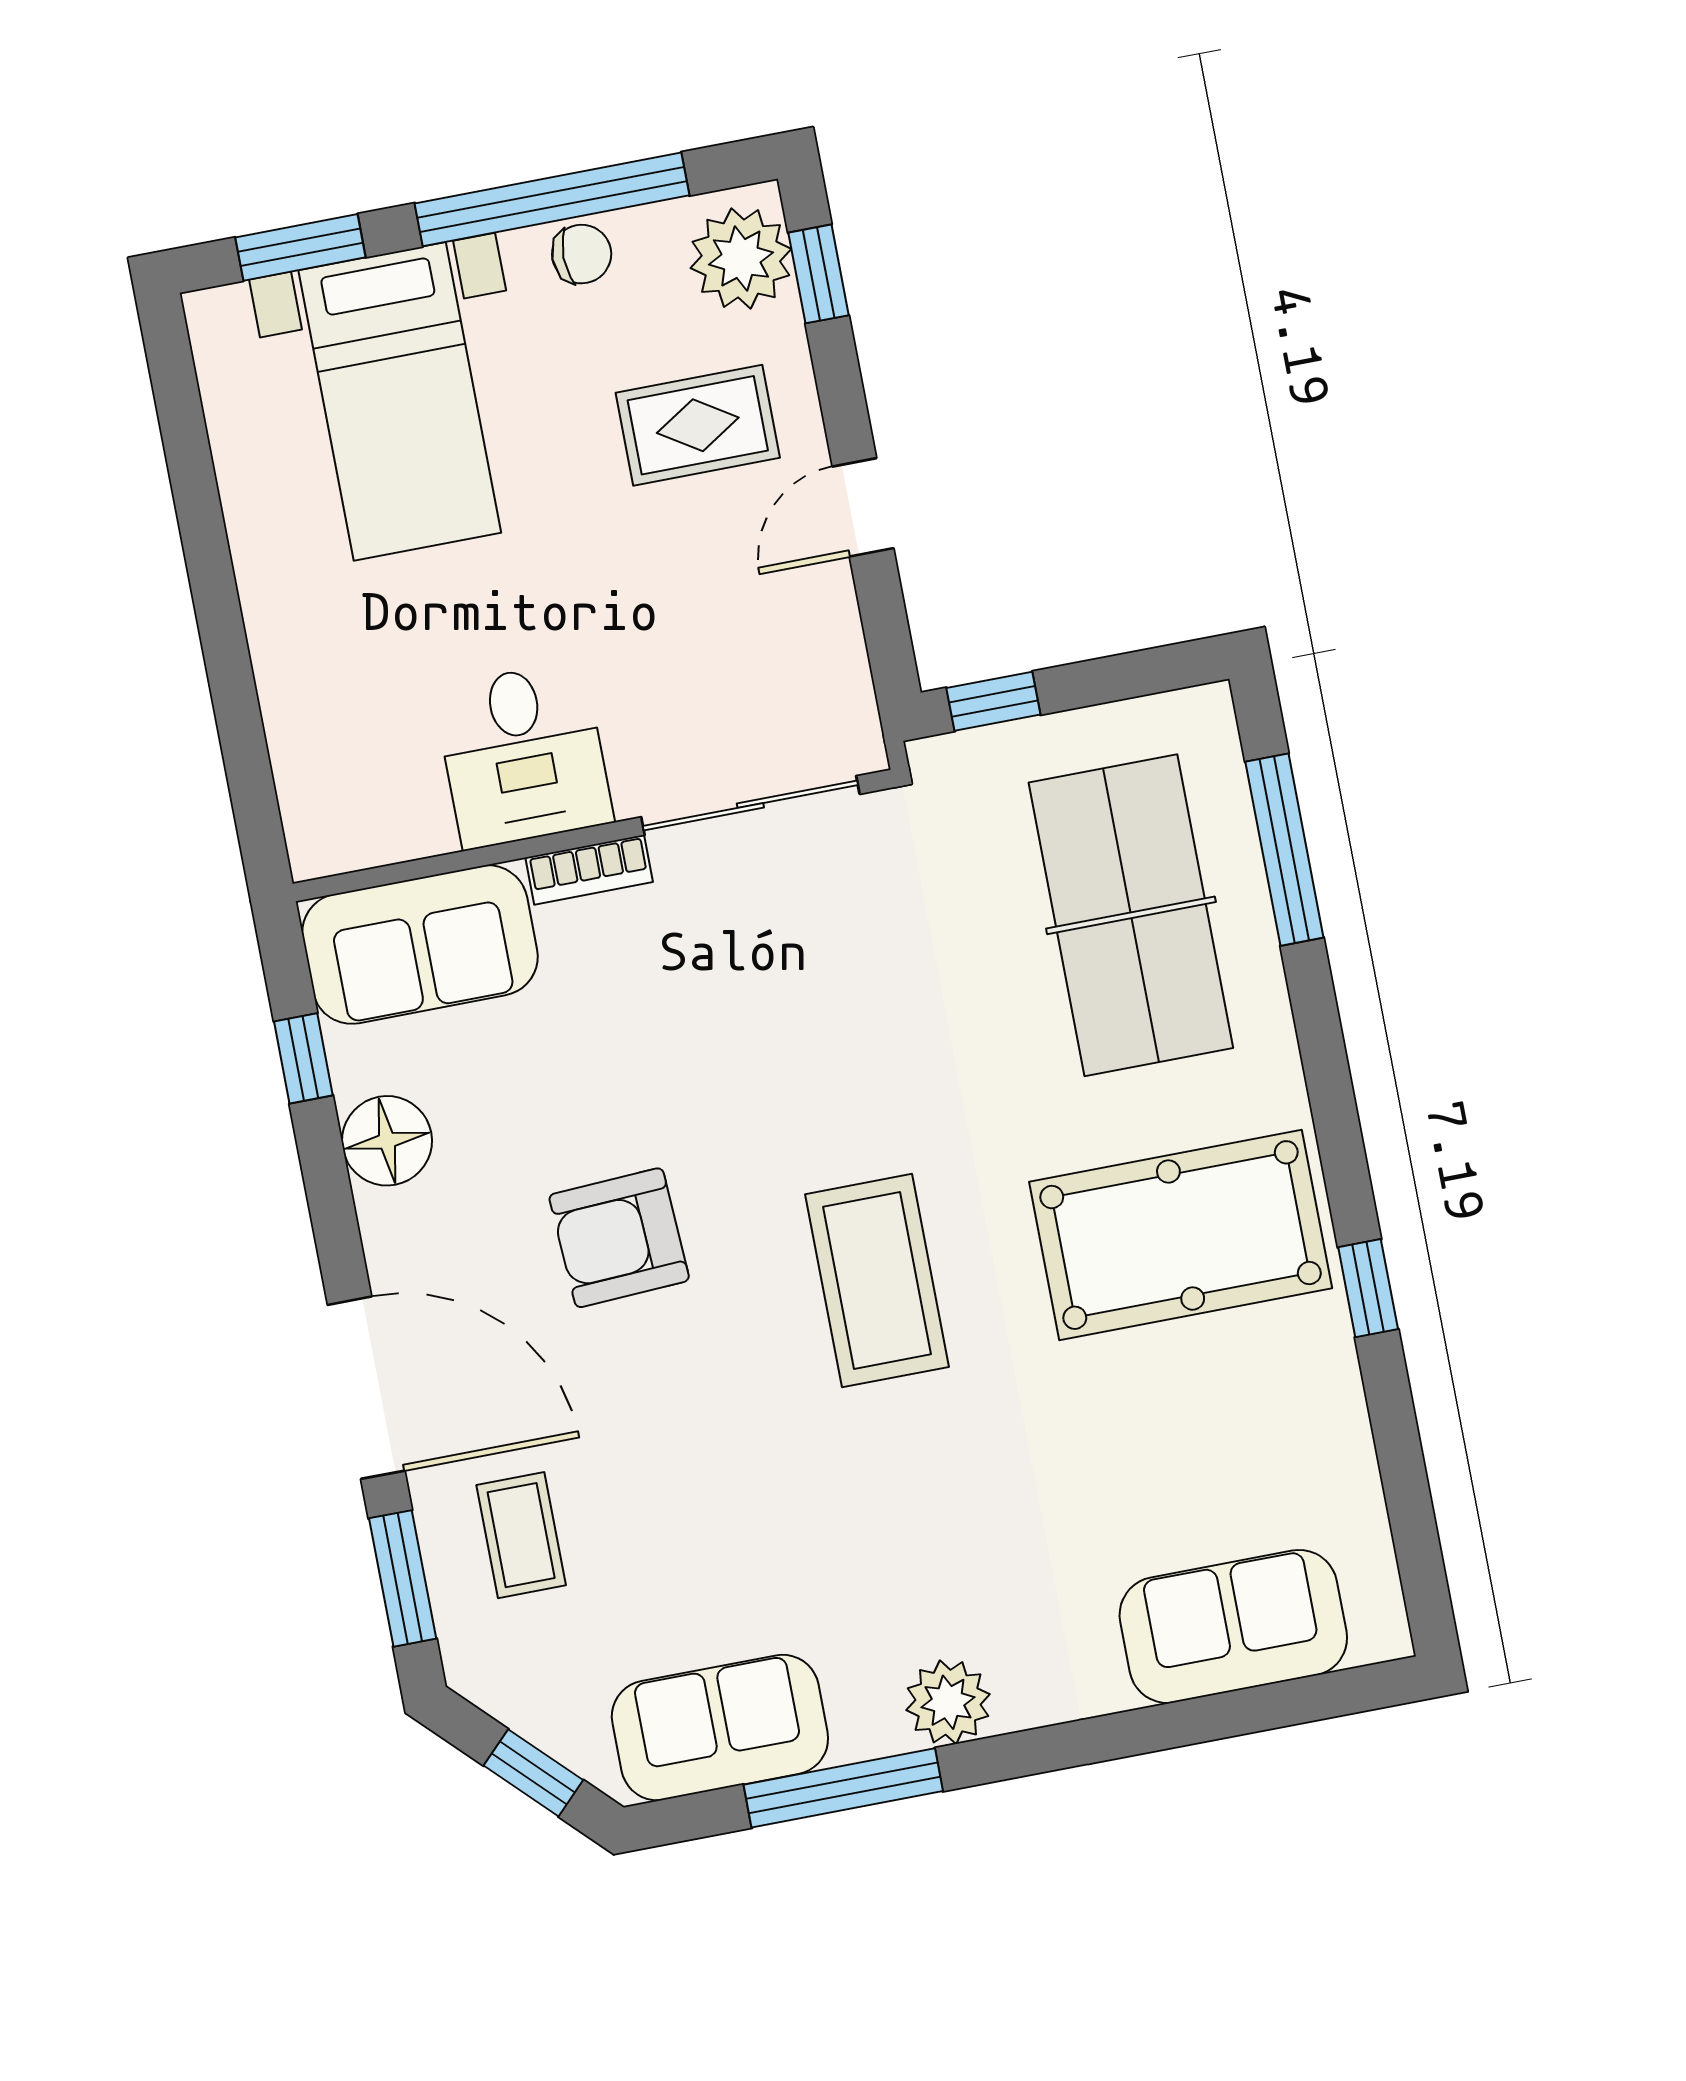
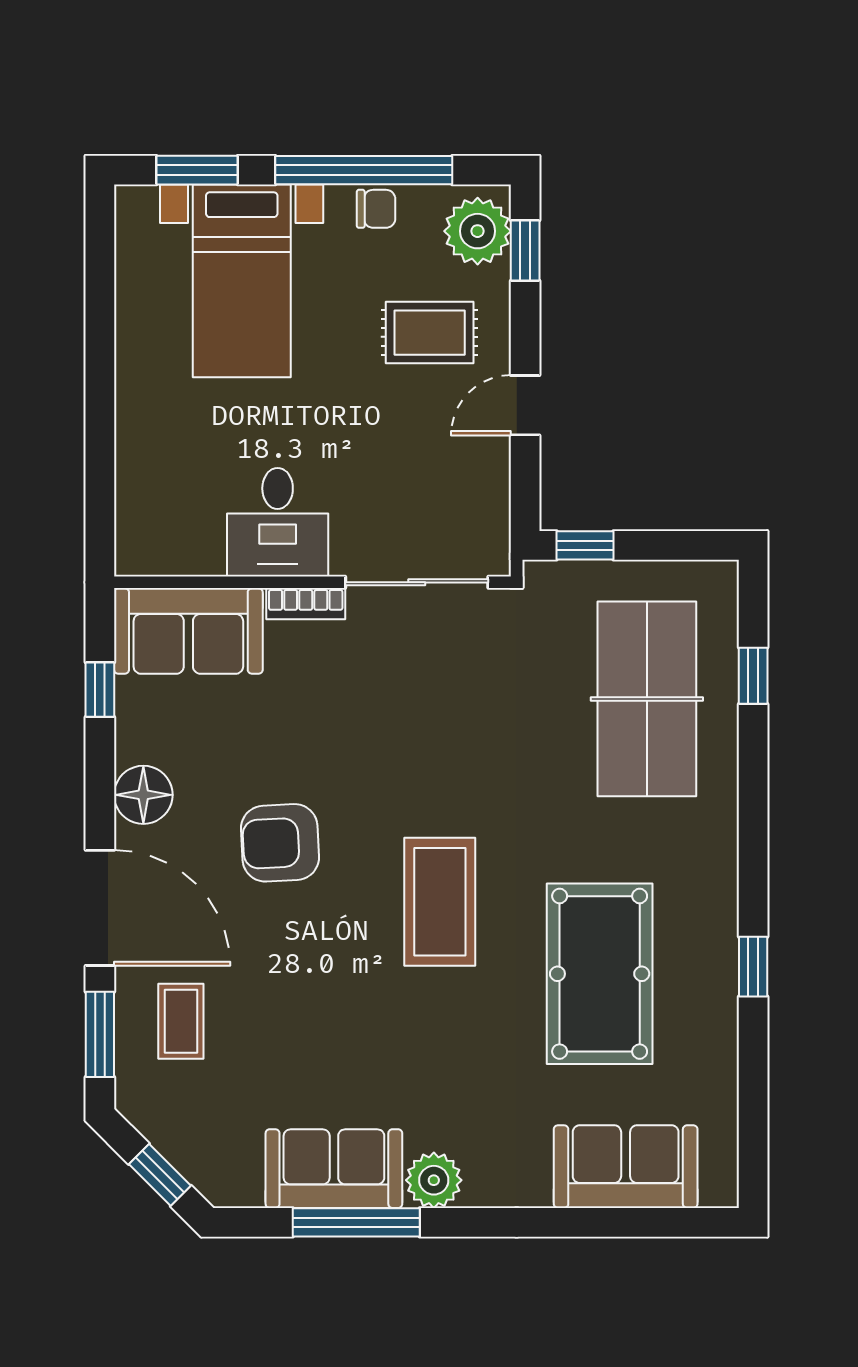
window: (1284, 850) -> (753, 676), width x0.46
floor lamp: (387, 1141) -> (143, 795), moved
pool table: (1181, 1235) -> (600, 974), moved, turned 90
sofa: (720, 1728) -> (334, 1169), moved

